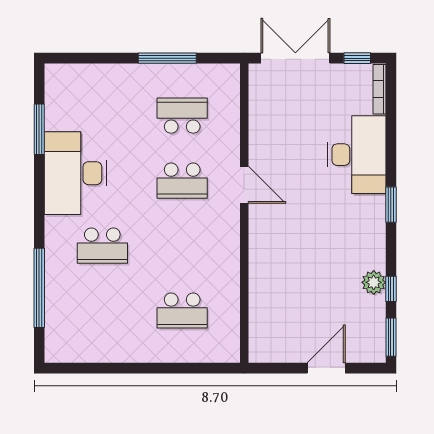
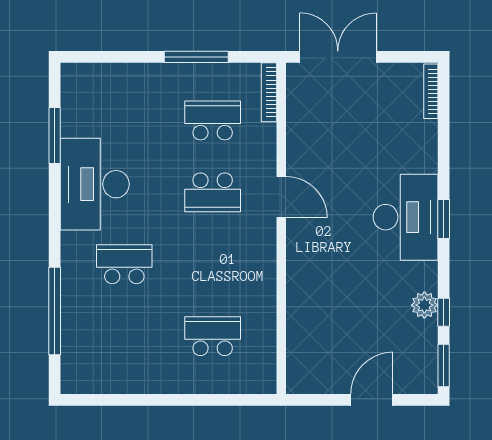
window: (357, 58) -> (406, 57), removed
bookcase: (233, 90) -> (269, 92), added
desk: (357, 155) -> (406, 217), moved
school desk: (102, 246) -> (124, 264), turned 180
school desk: (182, 311) -> (213, 336), turned 180

